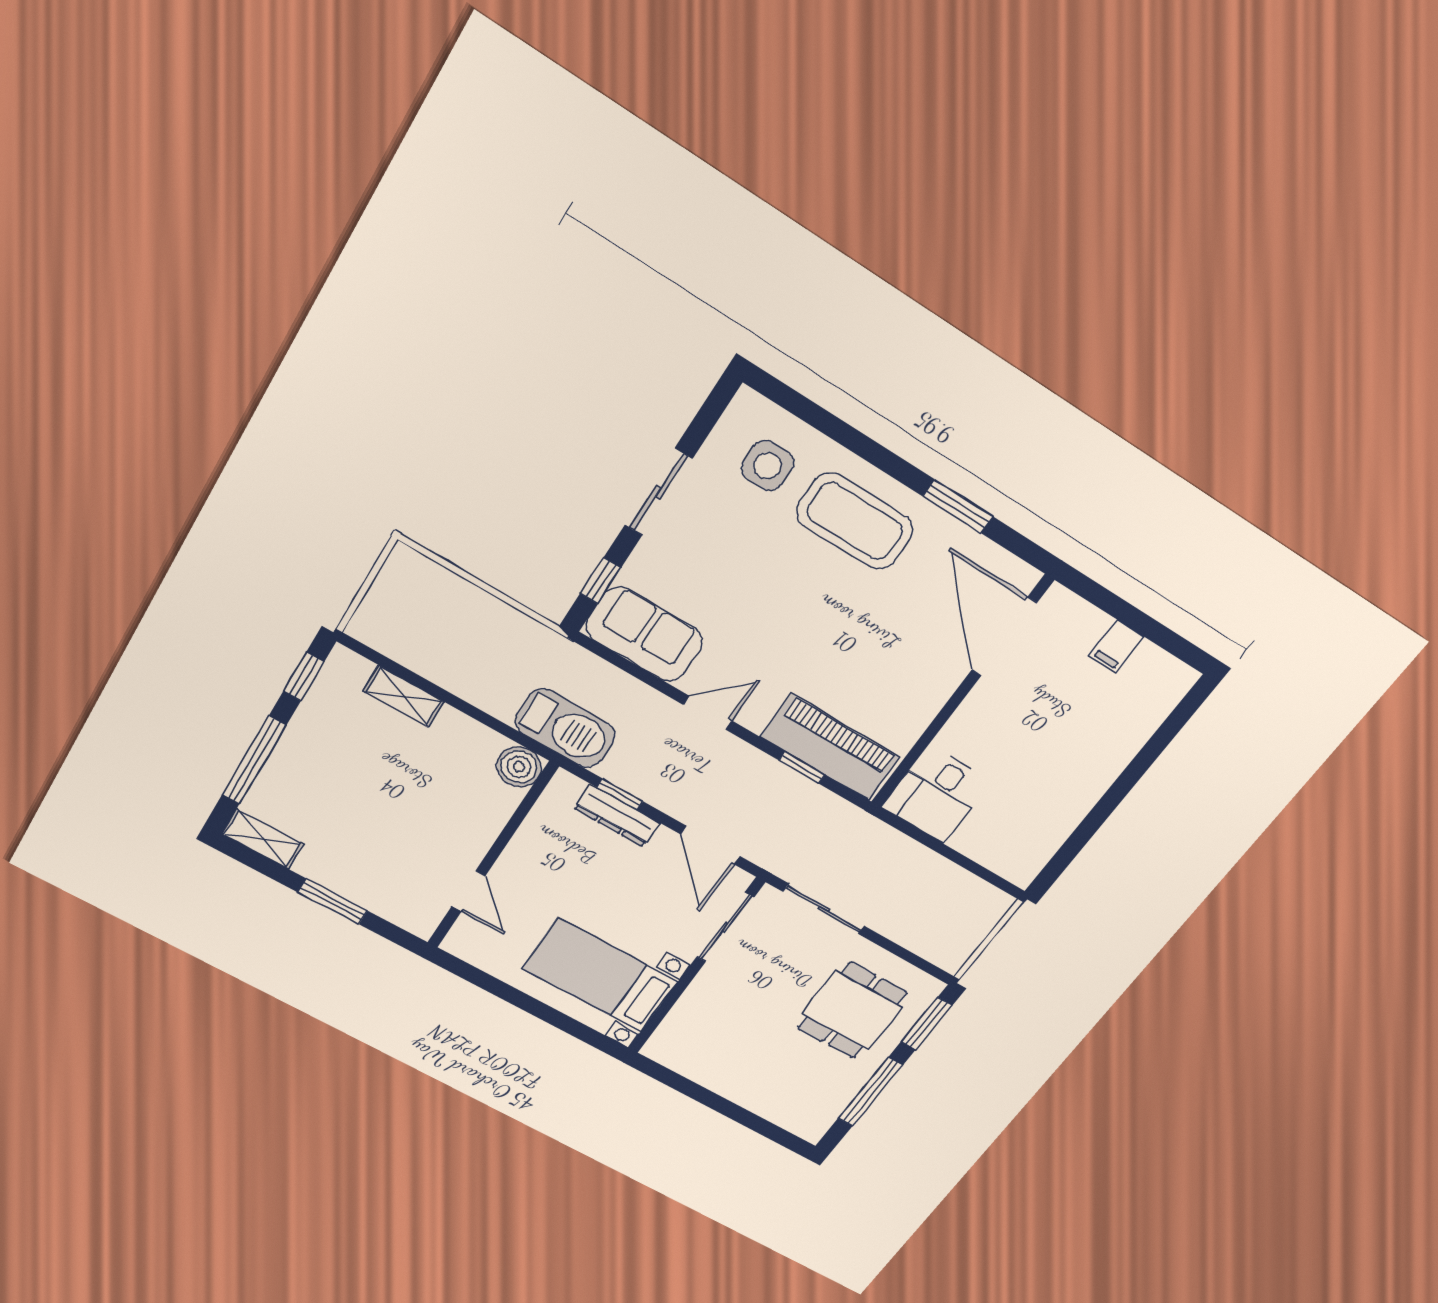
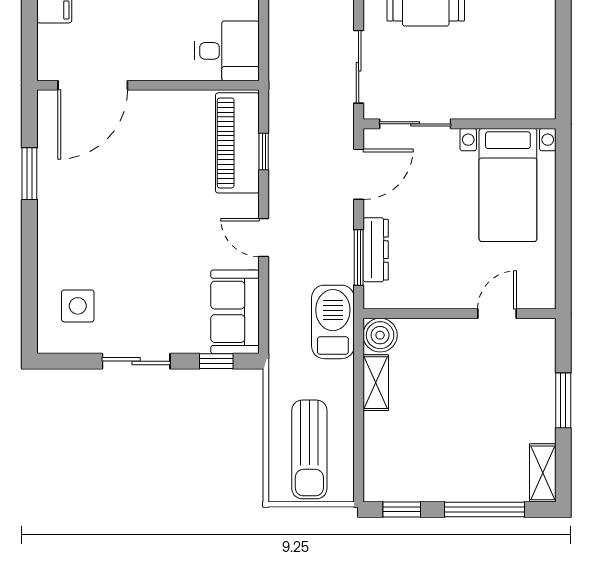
coffee table: (855, 521) -> (78, 230), removed
sun lounger: (433, 620) -> (309, 449), added
shelving: (404, 696) -> (376, 383), moved
window: (620, 794) -> (359, 257), width x1.50

